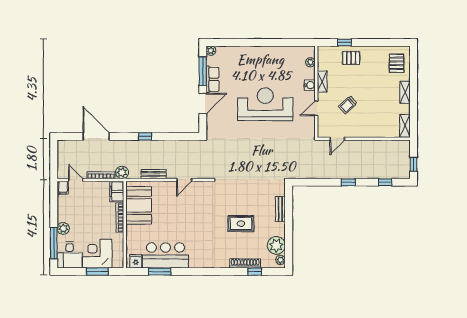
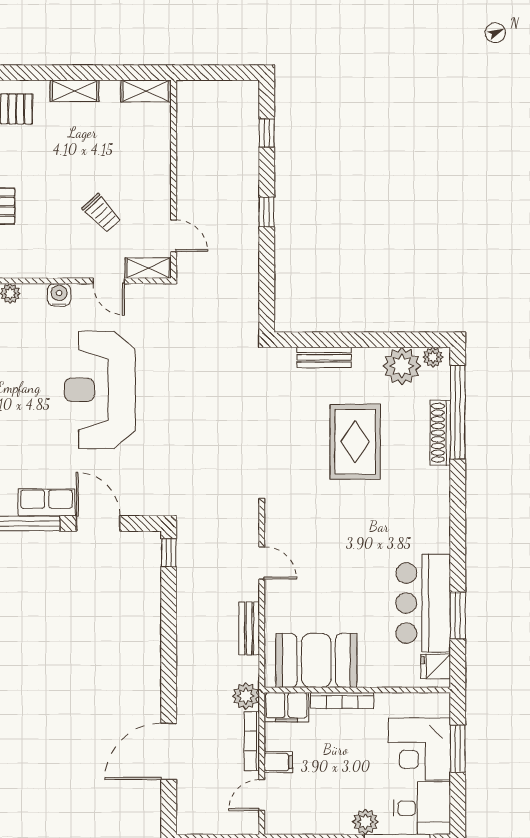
shelving: (322, 81) -> (148, 268), moved
window: (145, 136) -> (169, 553), moved
window: (414, 164) -> (228, 73), removed
filing cabinet: (63, 188) -> (278, 762), moved
rug: (241, 224) -> (355, 442), width x1.36, depth x1.43
window: (255, 272) -> (458, 412), width x3.17

